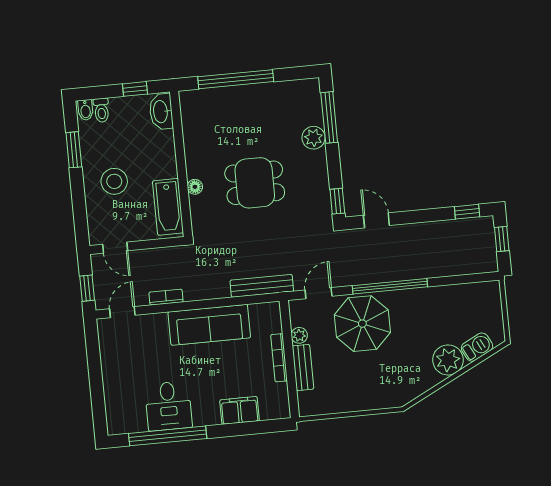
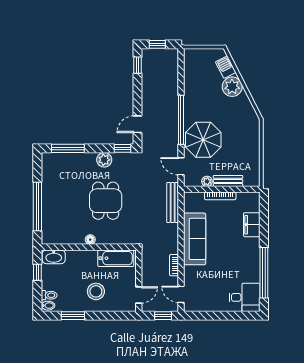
plant: (314, 138) -> (104, 160), moved
floor lamp: (195, 187) -> (90, 240), moved
desk: (168, 406) -> (245, 297), moved

